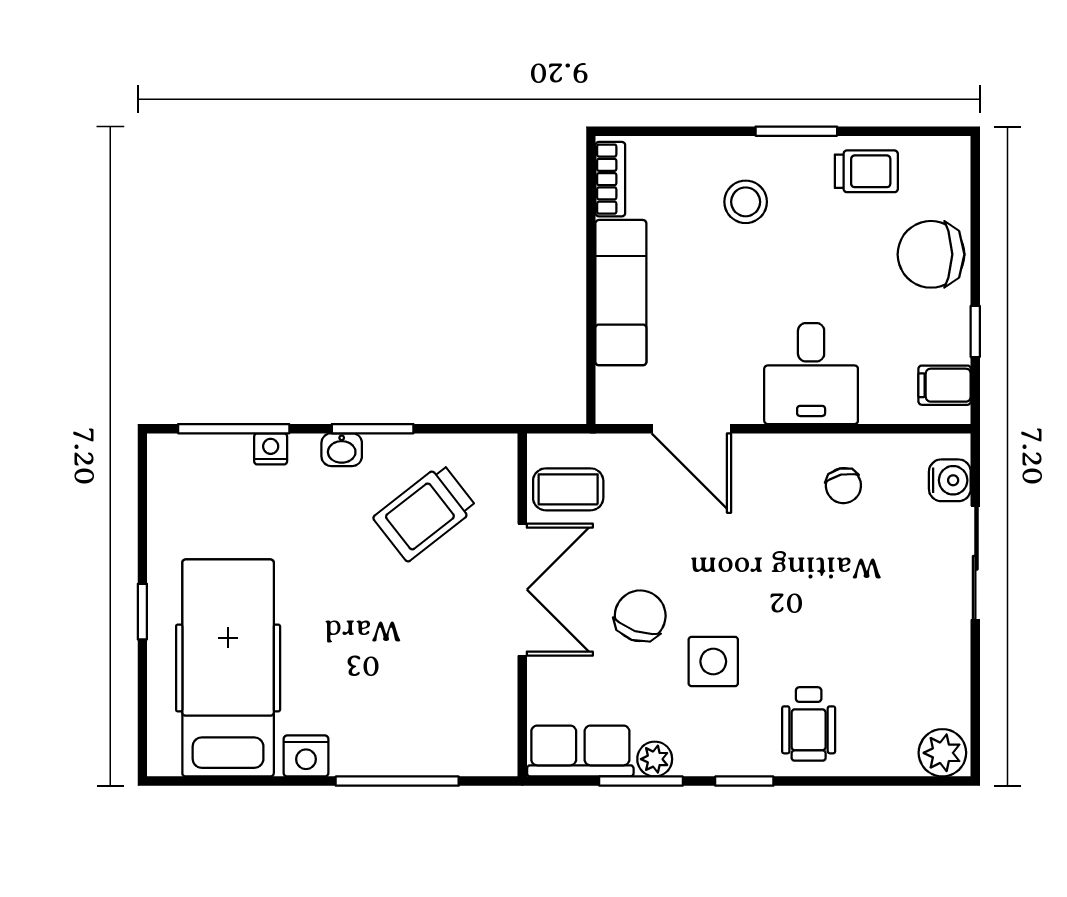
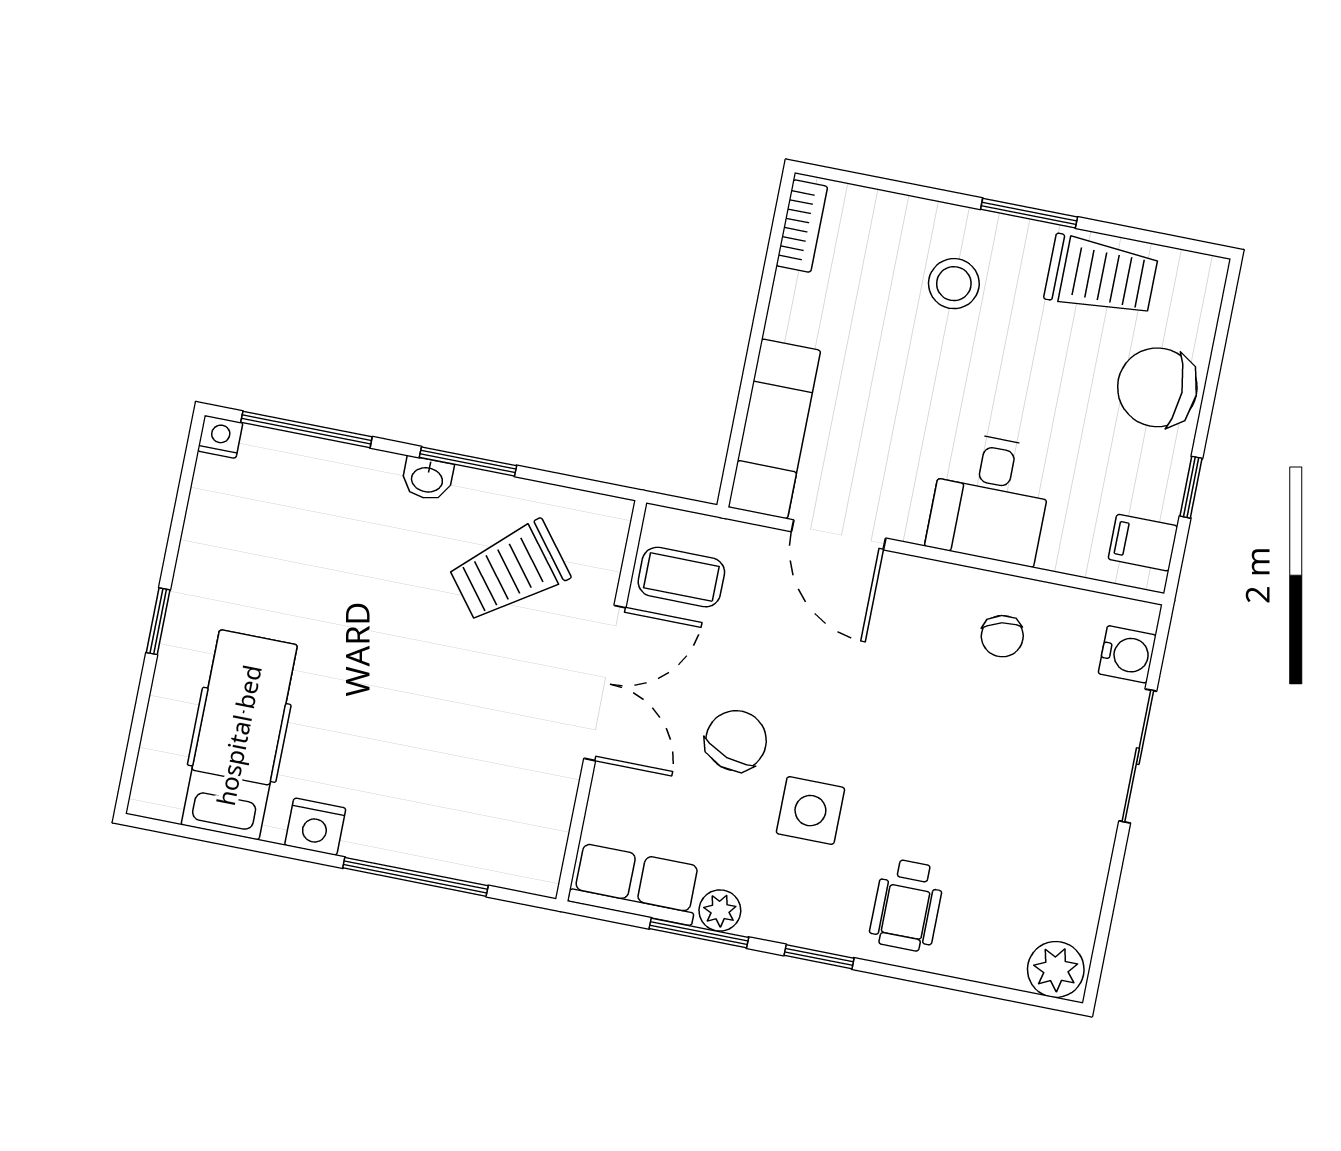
trolley: (866, 171) -> (1101, 276), width x1.36, depth x1.39
exam couch: (621, 293) -> (774, 429), moved
nightstand: (271, 449) -> (220, 437), moved
hospital bed: (228, 668) -> (239, 735), width x0.73, depth x0.78

